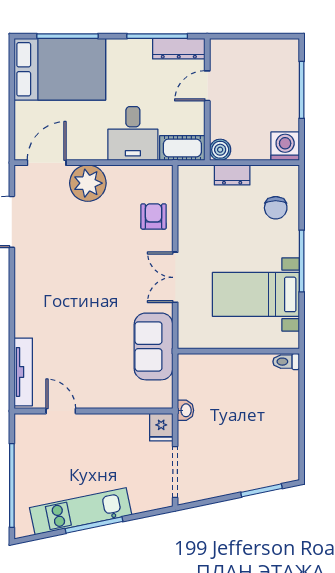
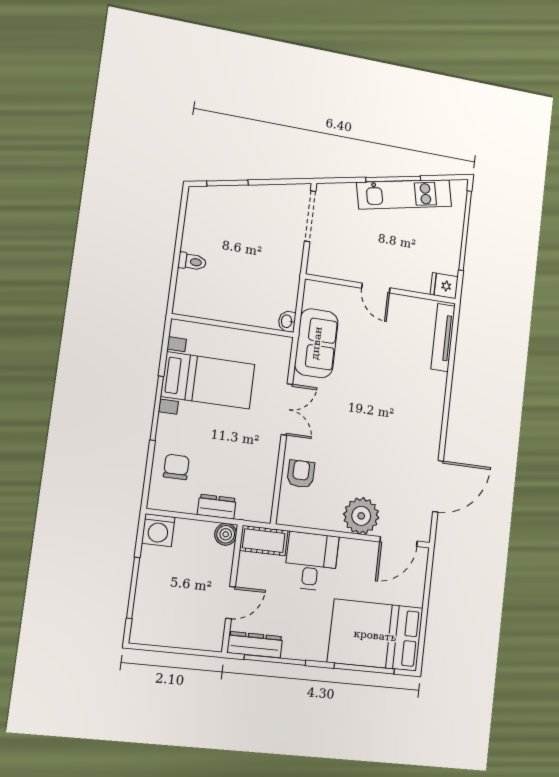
armchair: (154, 216) -> (301, 474), turned 180
toilet: (286, 362) -> (192, 262), moved
washbasin: (186, 410) -> (287, 321), moved
door: (61, 411) -> (376, 288), moved
fridge: (161, 427) -> (444, 286), moved, turned -90

